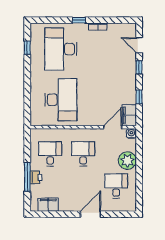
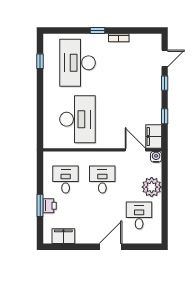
door: (139, 45) -> (165, 59), swing flipped
door: (113, 127) -> (135, 150), hinge flipped
window: (27, 177) -> (40, 205), width x0.69

